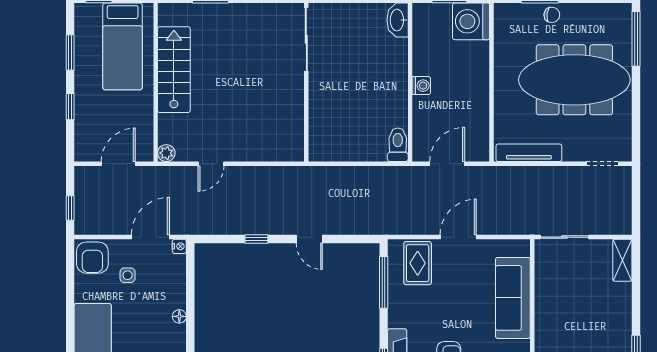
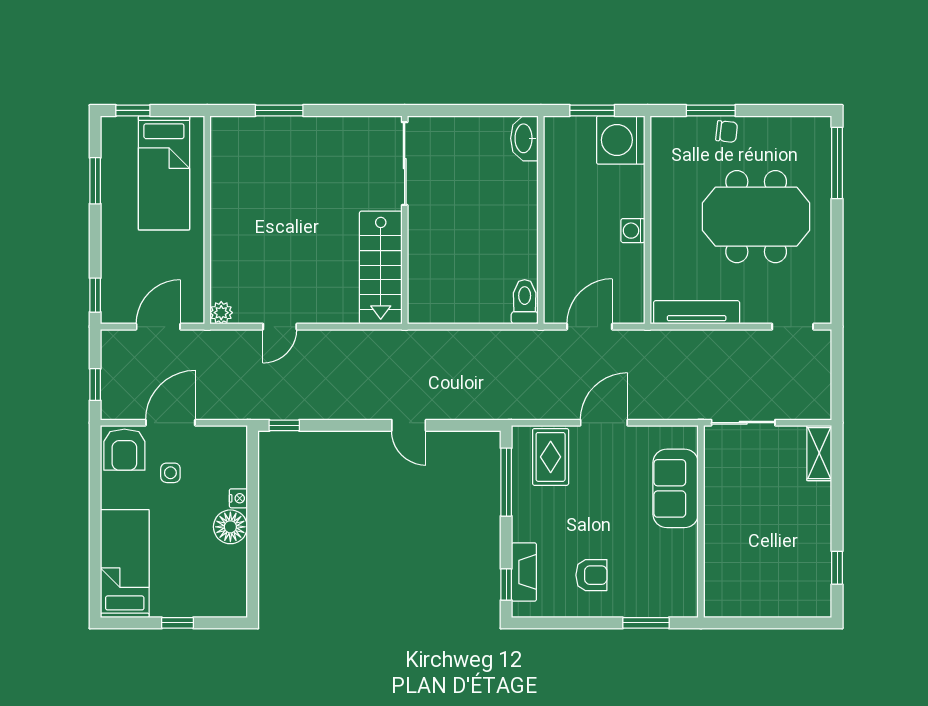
stairs: (174, 70) -> (381, 268), moved, turned 180
meeting table: (574, 80) -> (756, 217), width x0.73
washing machine: (421, 86) -> (633, 231), moved, turned 180
window: (70, 107) -> (95, 295), moved
door: (150, 237) -> (170, 423), moved
window: (256, 239) -> (284, 425), moved
nightstand: (179, 246) -> (238, 498), moved
sofa: (513, 298) -> (676, 488), width x0.73
floor lamp: (179, 316) -> (230, 527), width x1.89, depth x1.89

